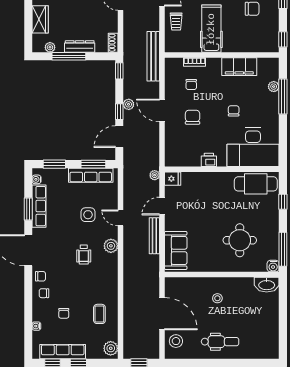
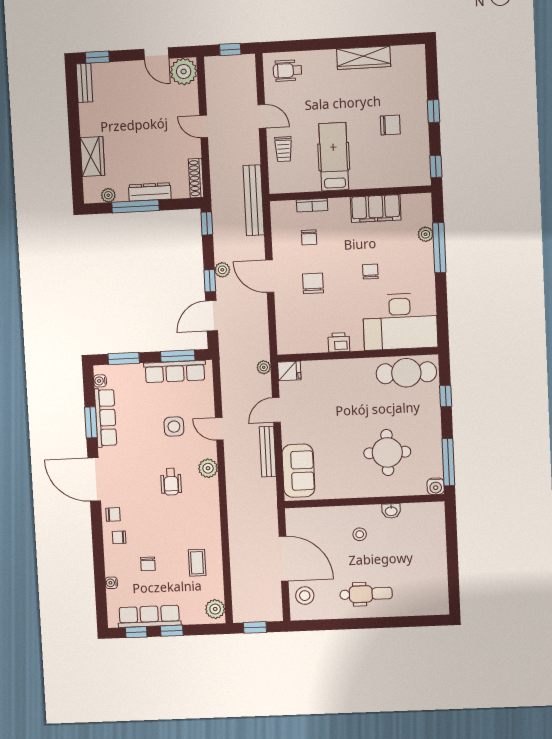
shoe rack: (113, 43) -> (196, 178), width x1.43
washbasin: (267, 285) -> (391, 511), moved, width x0.52, depth x0.69

